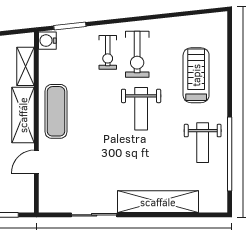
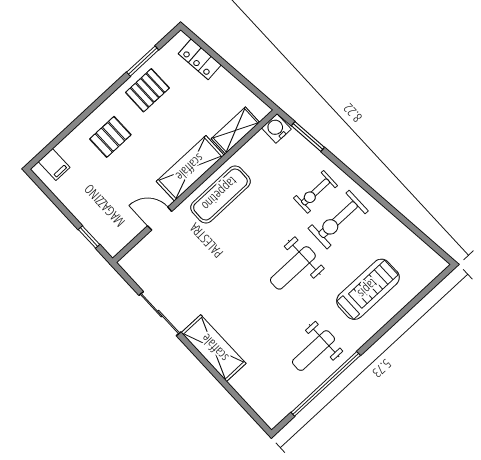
shelving: (158, 202) -> (214, 348), width x0.68

